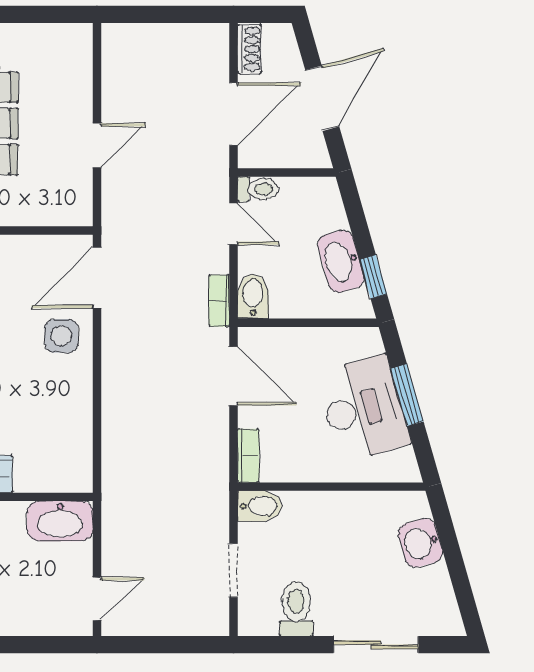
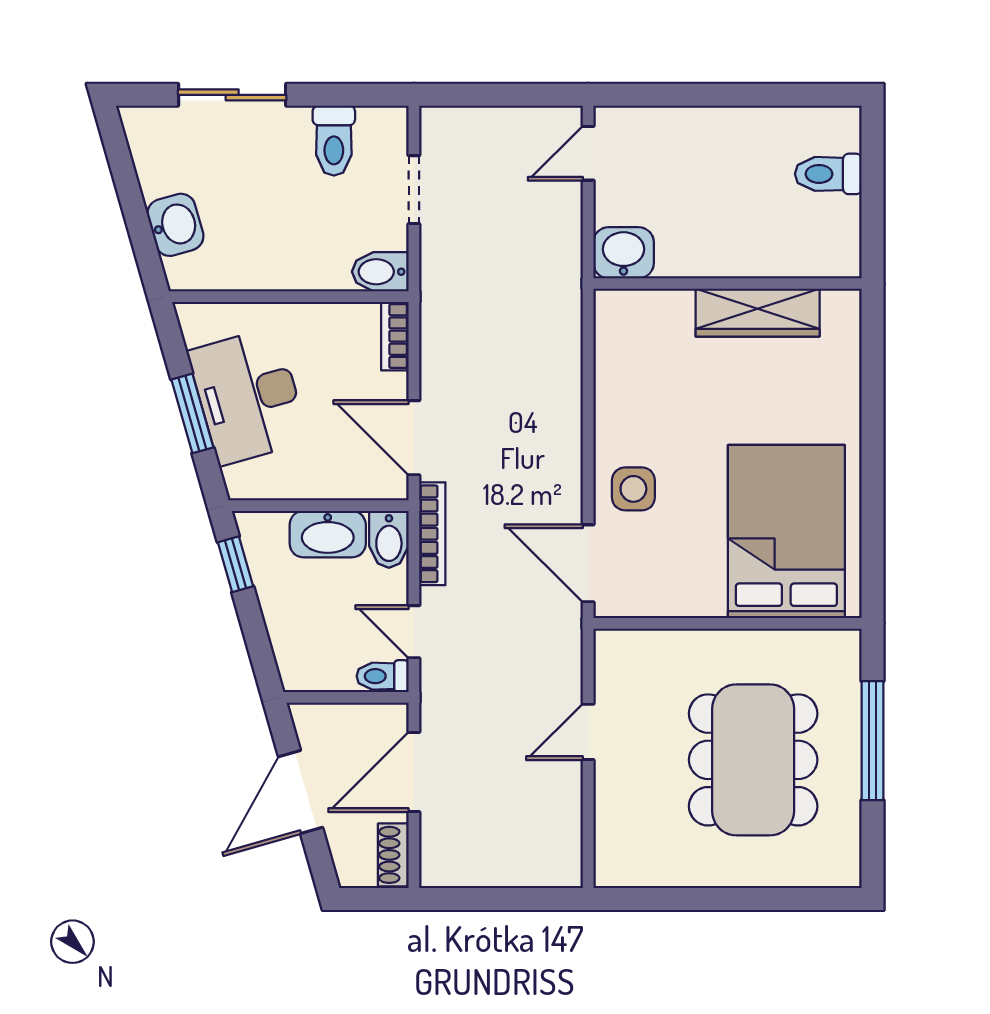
washbasin: (341, 261) -> (328, 534), moved, turned 106
door: (97, 278) -> (588, 563), swing flipped
bookcase: (219, 301) -> (432, 534), width x1.56
washbasin: (60, 521) -> (624, 253), width x0.72

